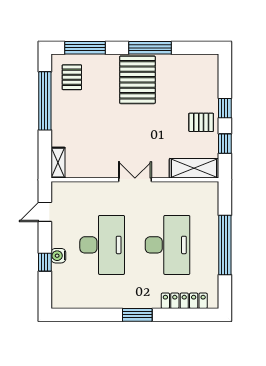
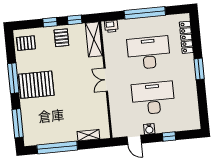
pallet: (72, 77) -> (26, 43), moved
shelving: (58, 163) -> (88, 135), moved
printer: (210, 195) -> (111, 26), added
water cooler: (58, 256) -> (149, 129), moved

